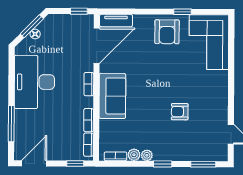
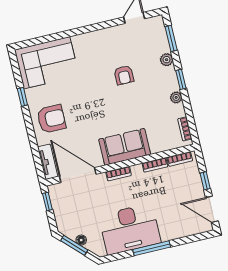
armchair: (167, 32) -> (51, 119), moved
window: (11, 124) -> (152, 248), moved
plant: (134, 155) -> (167, 60), moved
window: (75, 163) -> (205, 181), moved

